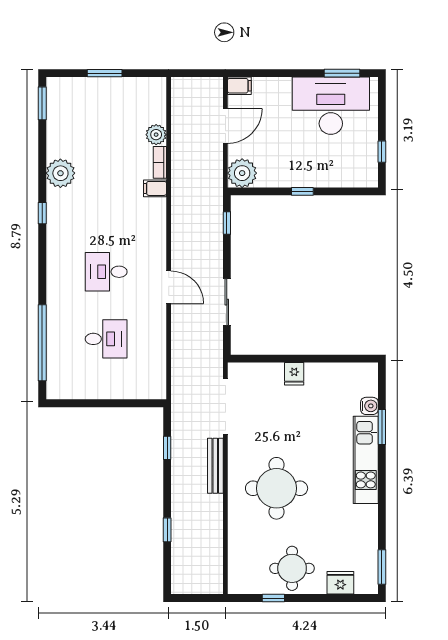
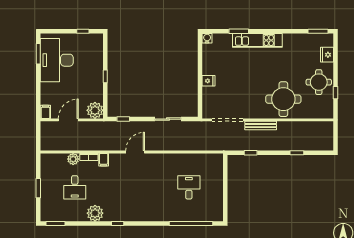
door: (225, 126) -> (68, 120), hinge flipped
desk: (106, 272) -> (75, 187), moved
door: (169, 287) -> (135, 152), moved
water cooler: (369, 406) -> (207, 38), moved
round table: (277, 488) -> (283, 99), moved

